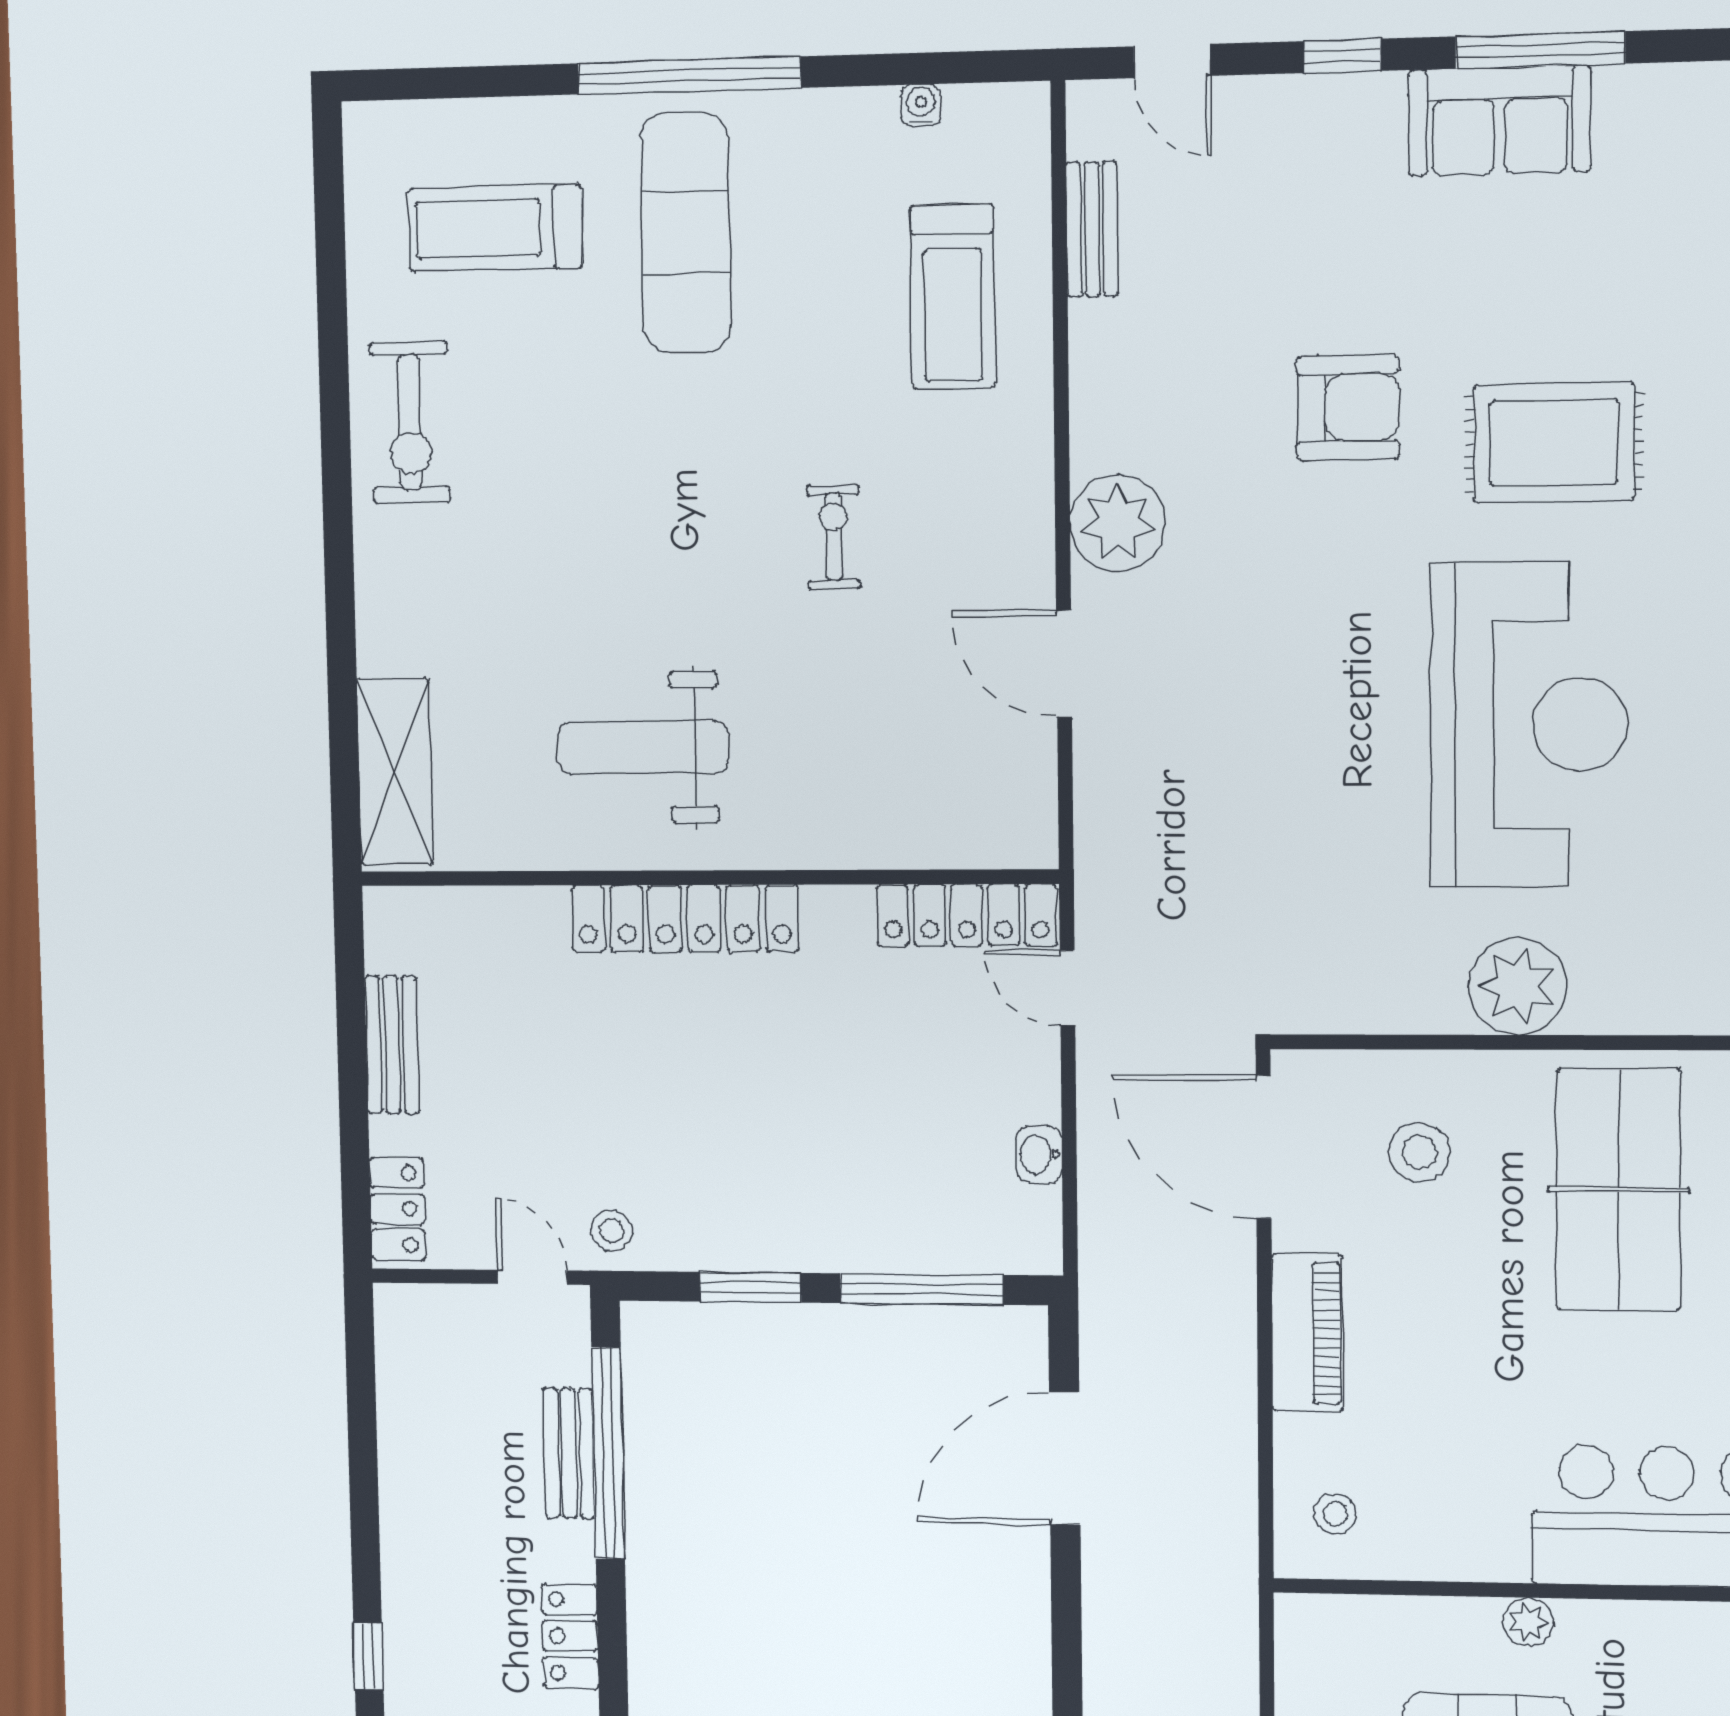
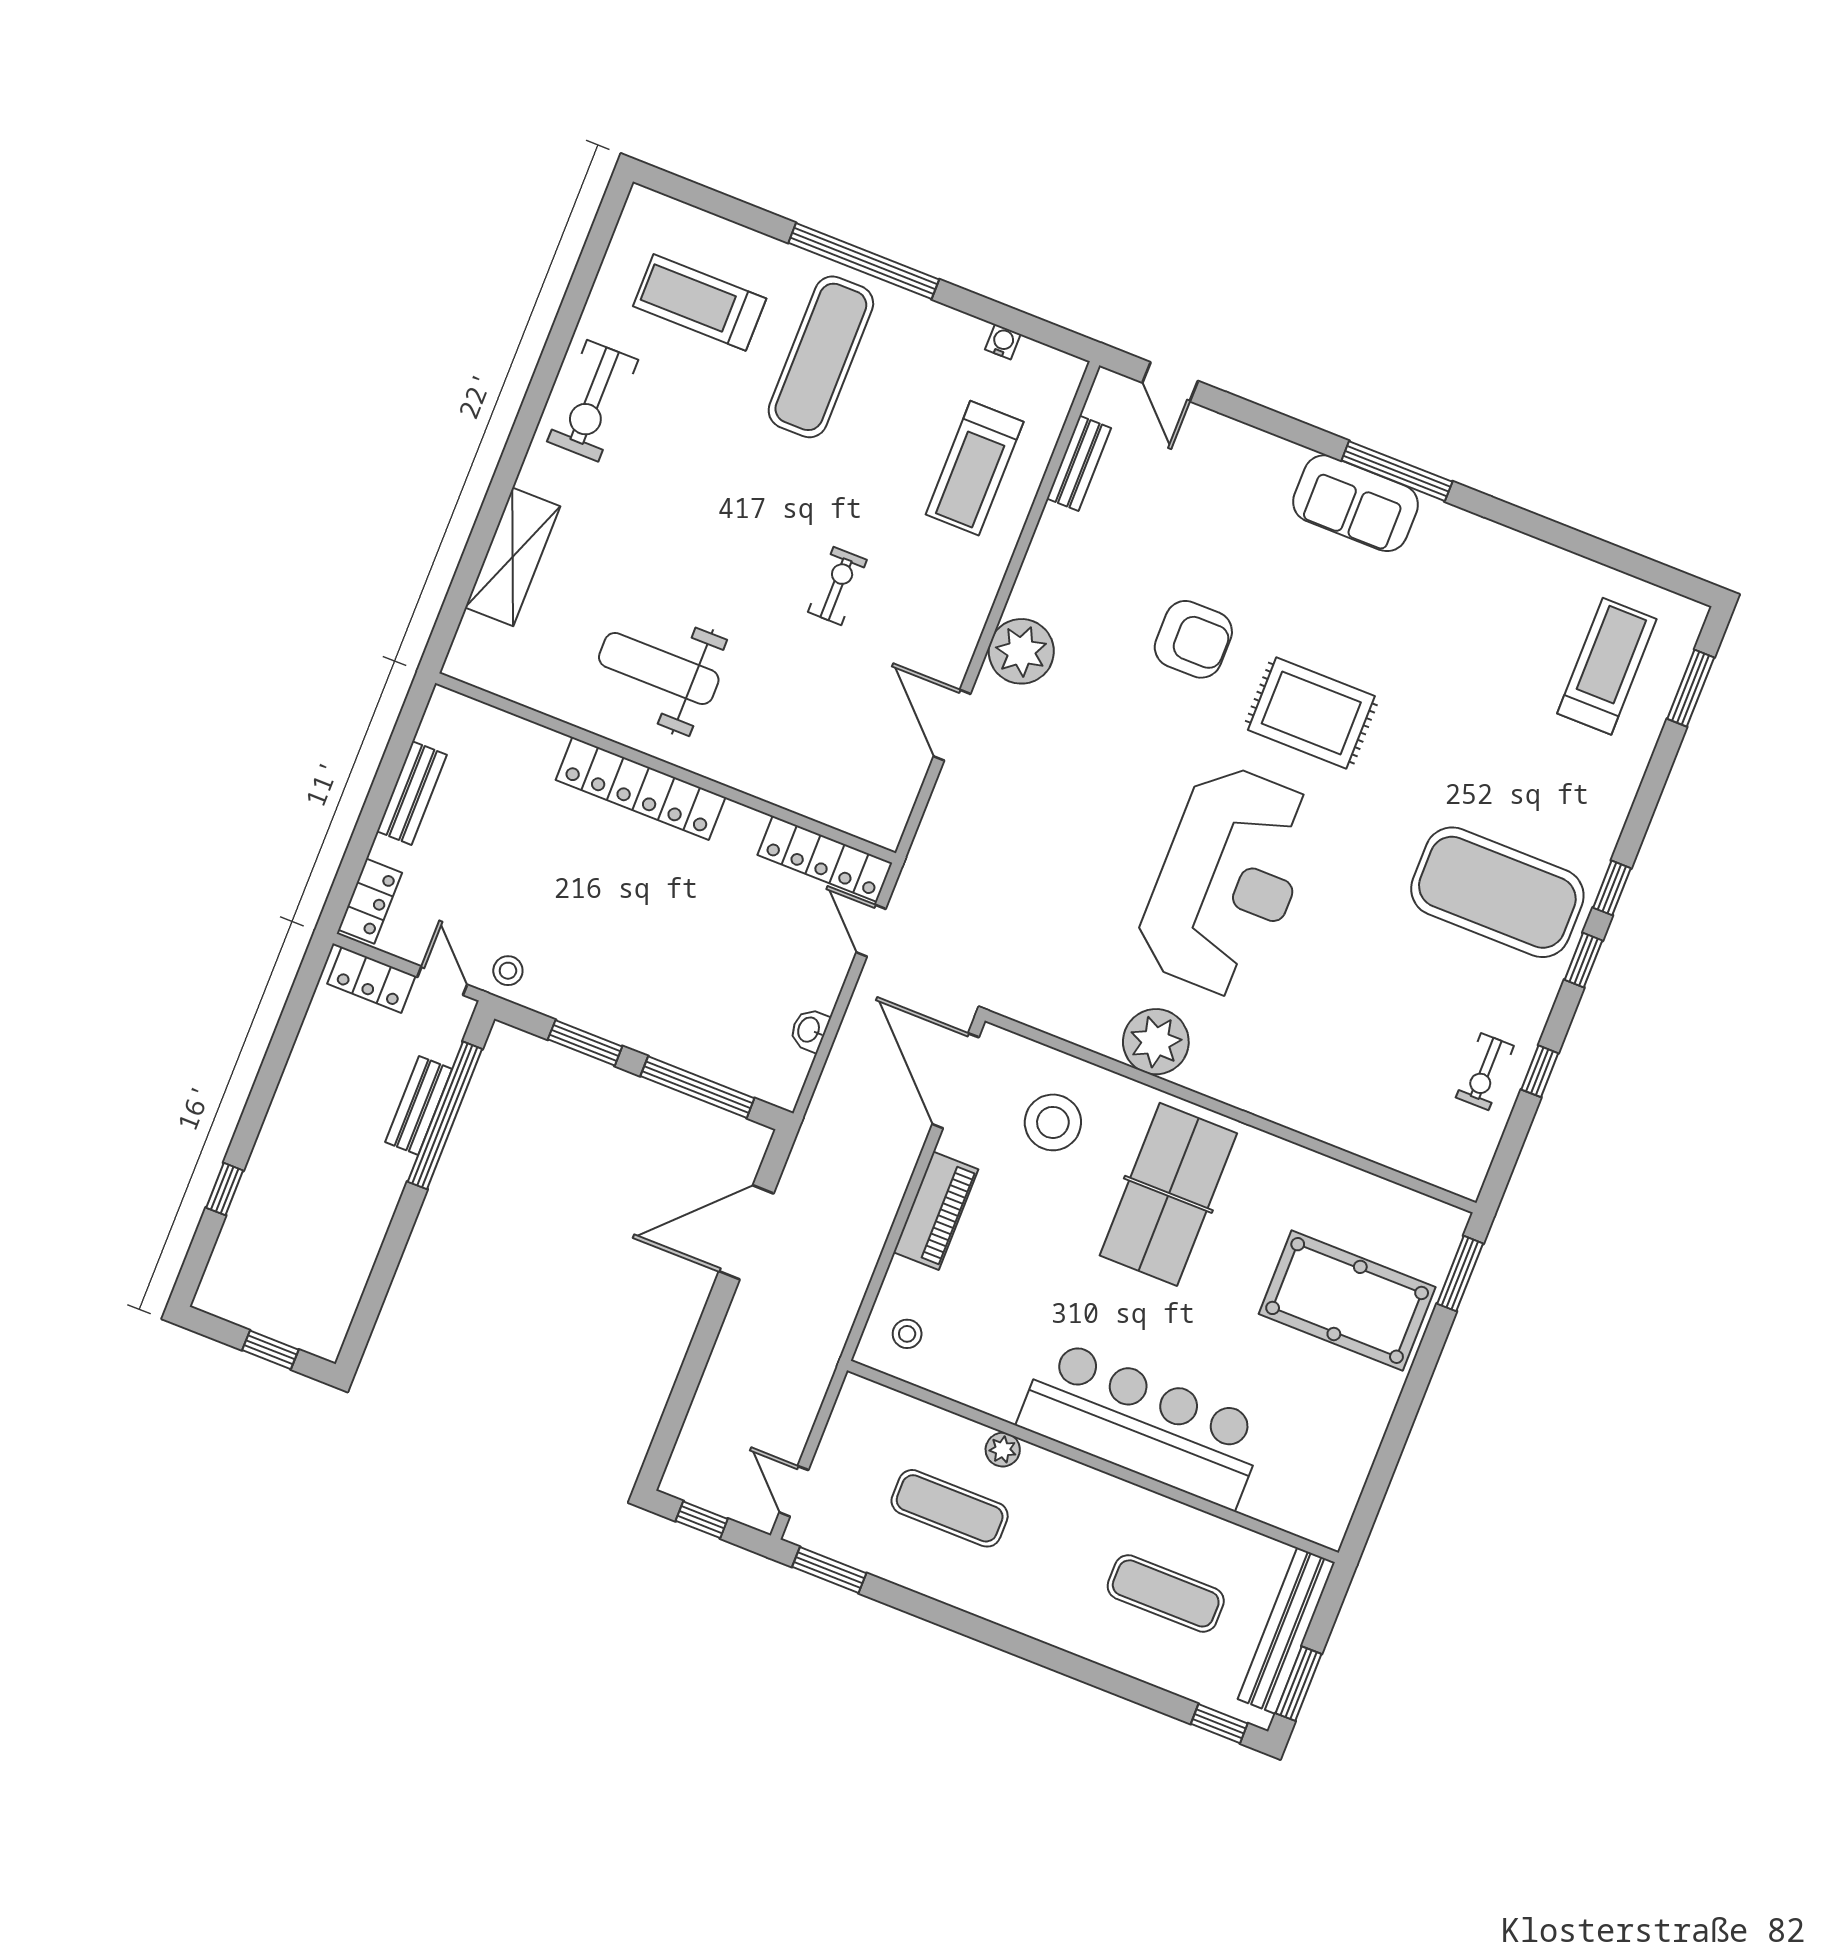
window: (1342, 56) -> (1276, 423), removed
shelving: (395, 772) -> (513, 557), moved
stool: (1419, 1152) -> (1053, 1122), width x1.38, depth x1.38
locker: (570, 1636) -> (371, 980), moved, turned -90

